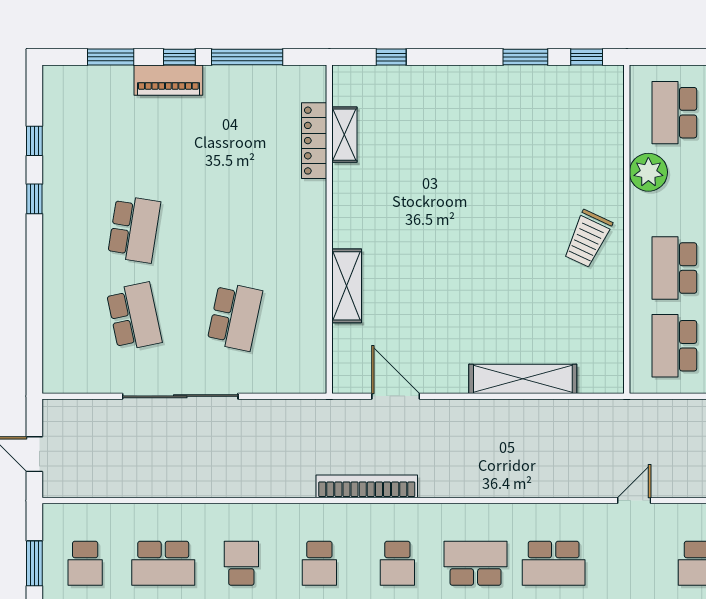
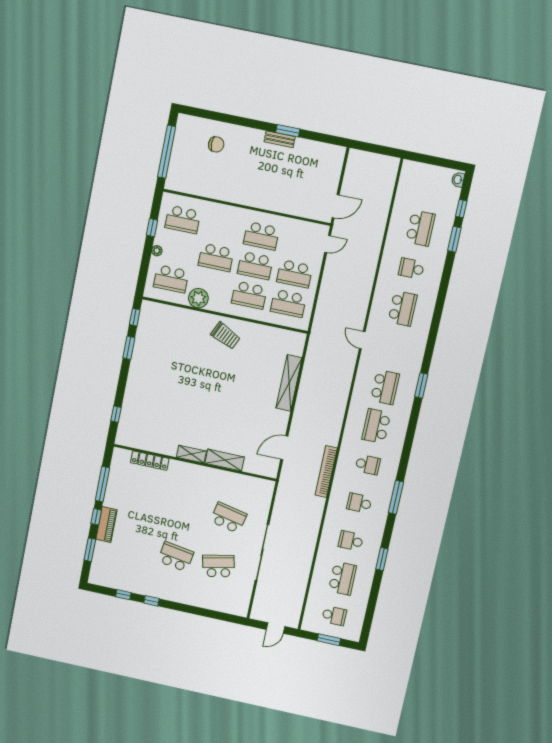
shelving: (344, 135) -> (191, 454), moved
school desk: (319, 563) -> (359, 503), turned 180

